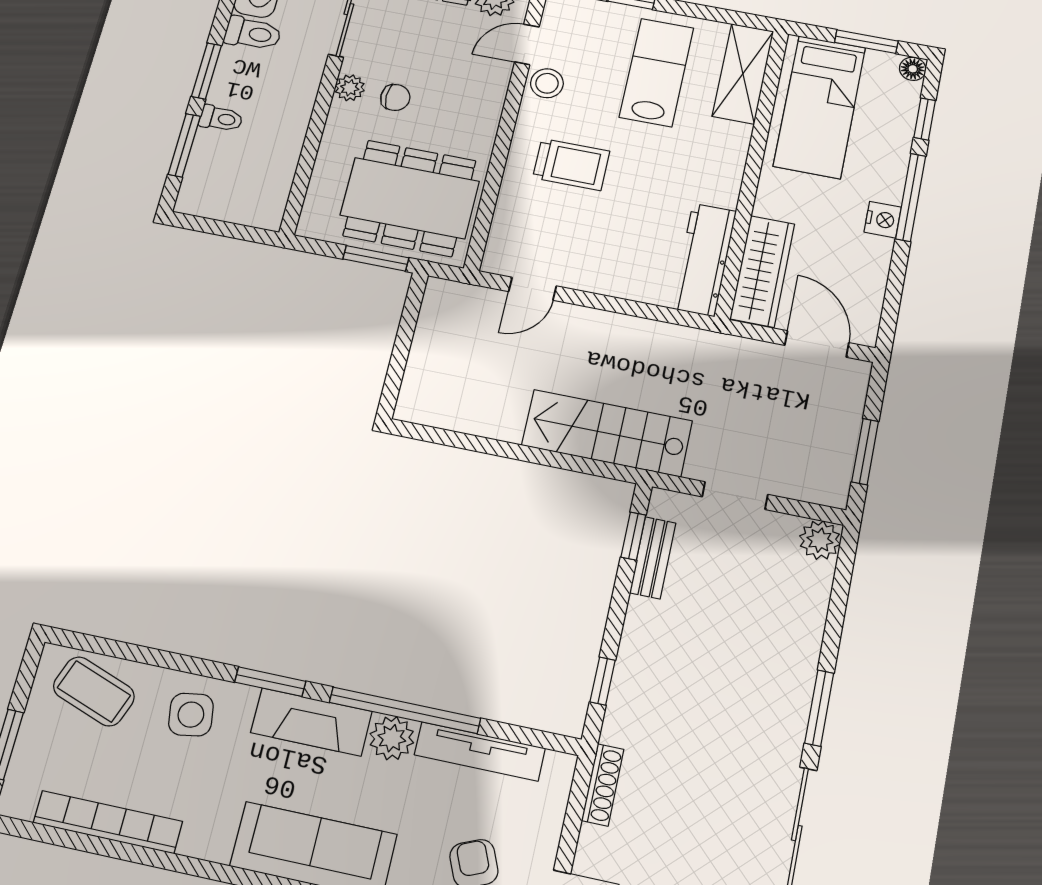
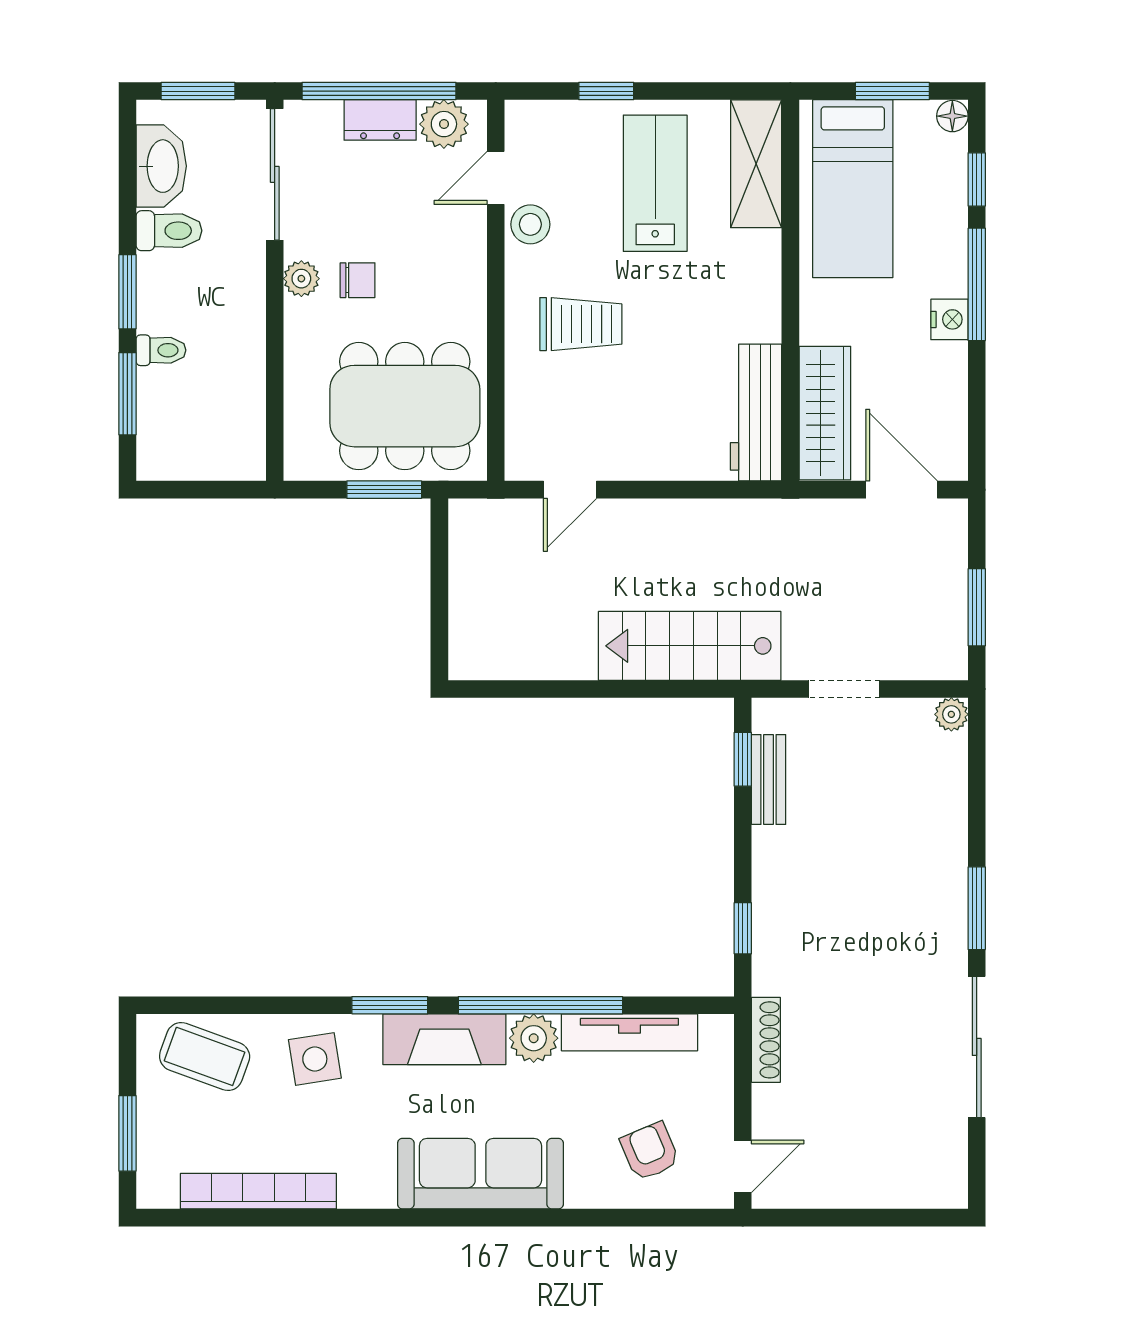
plant: (820, 540) -> (951, 714), width x0.73, depth x0.73

